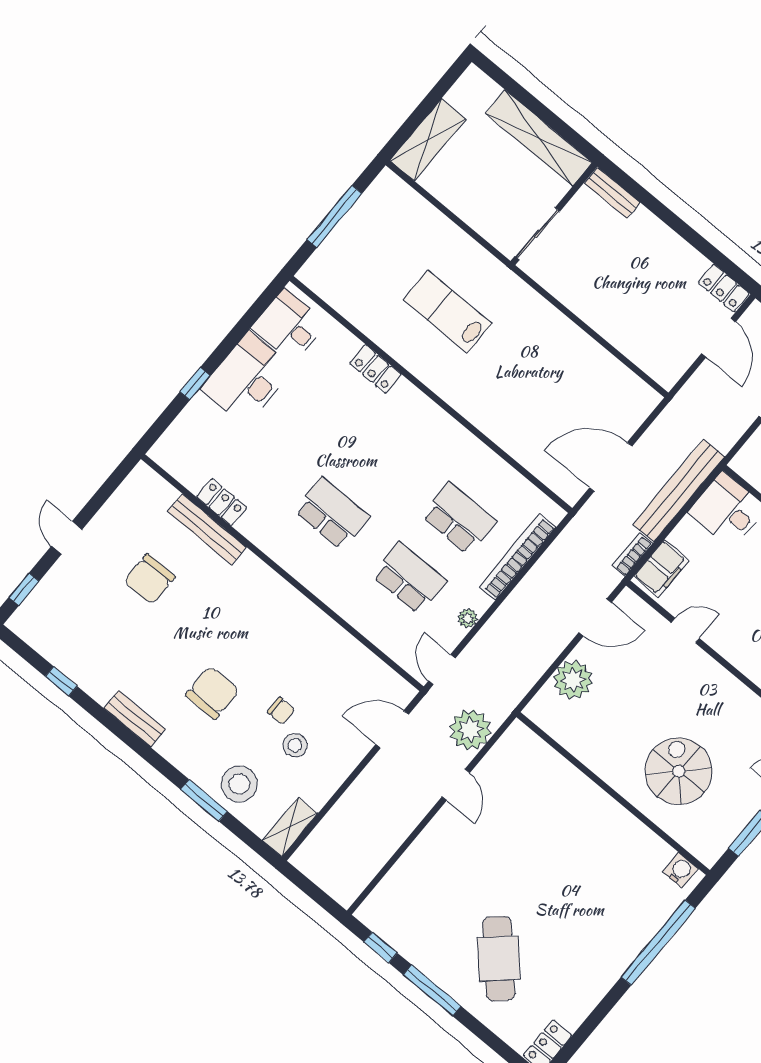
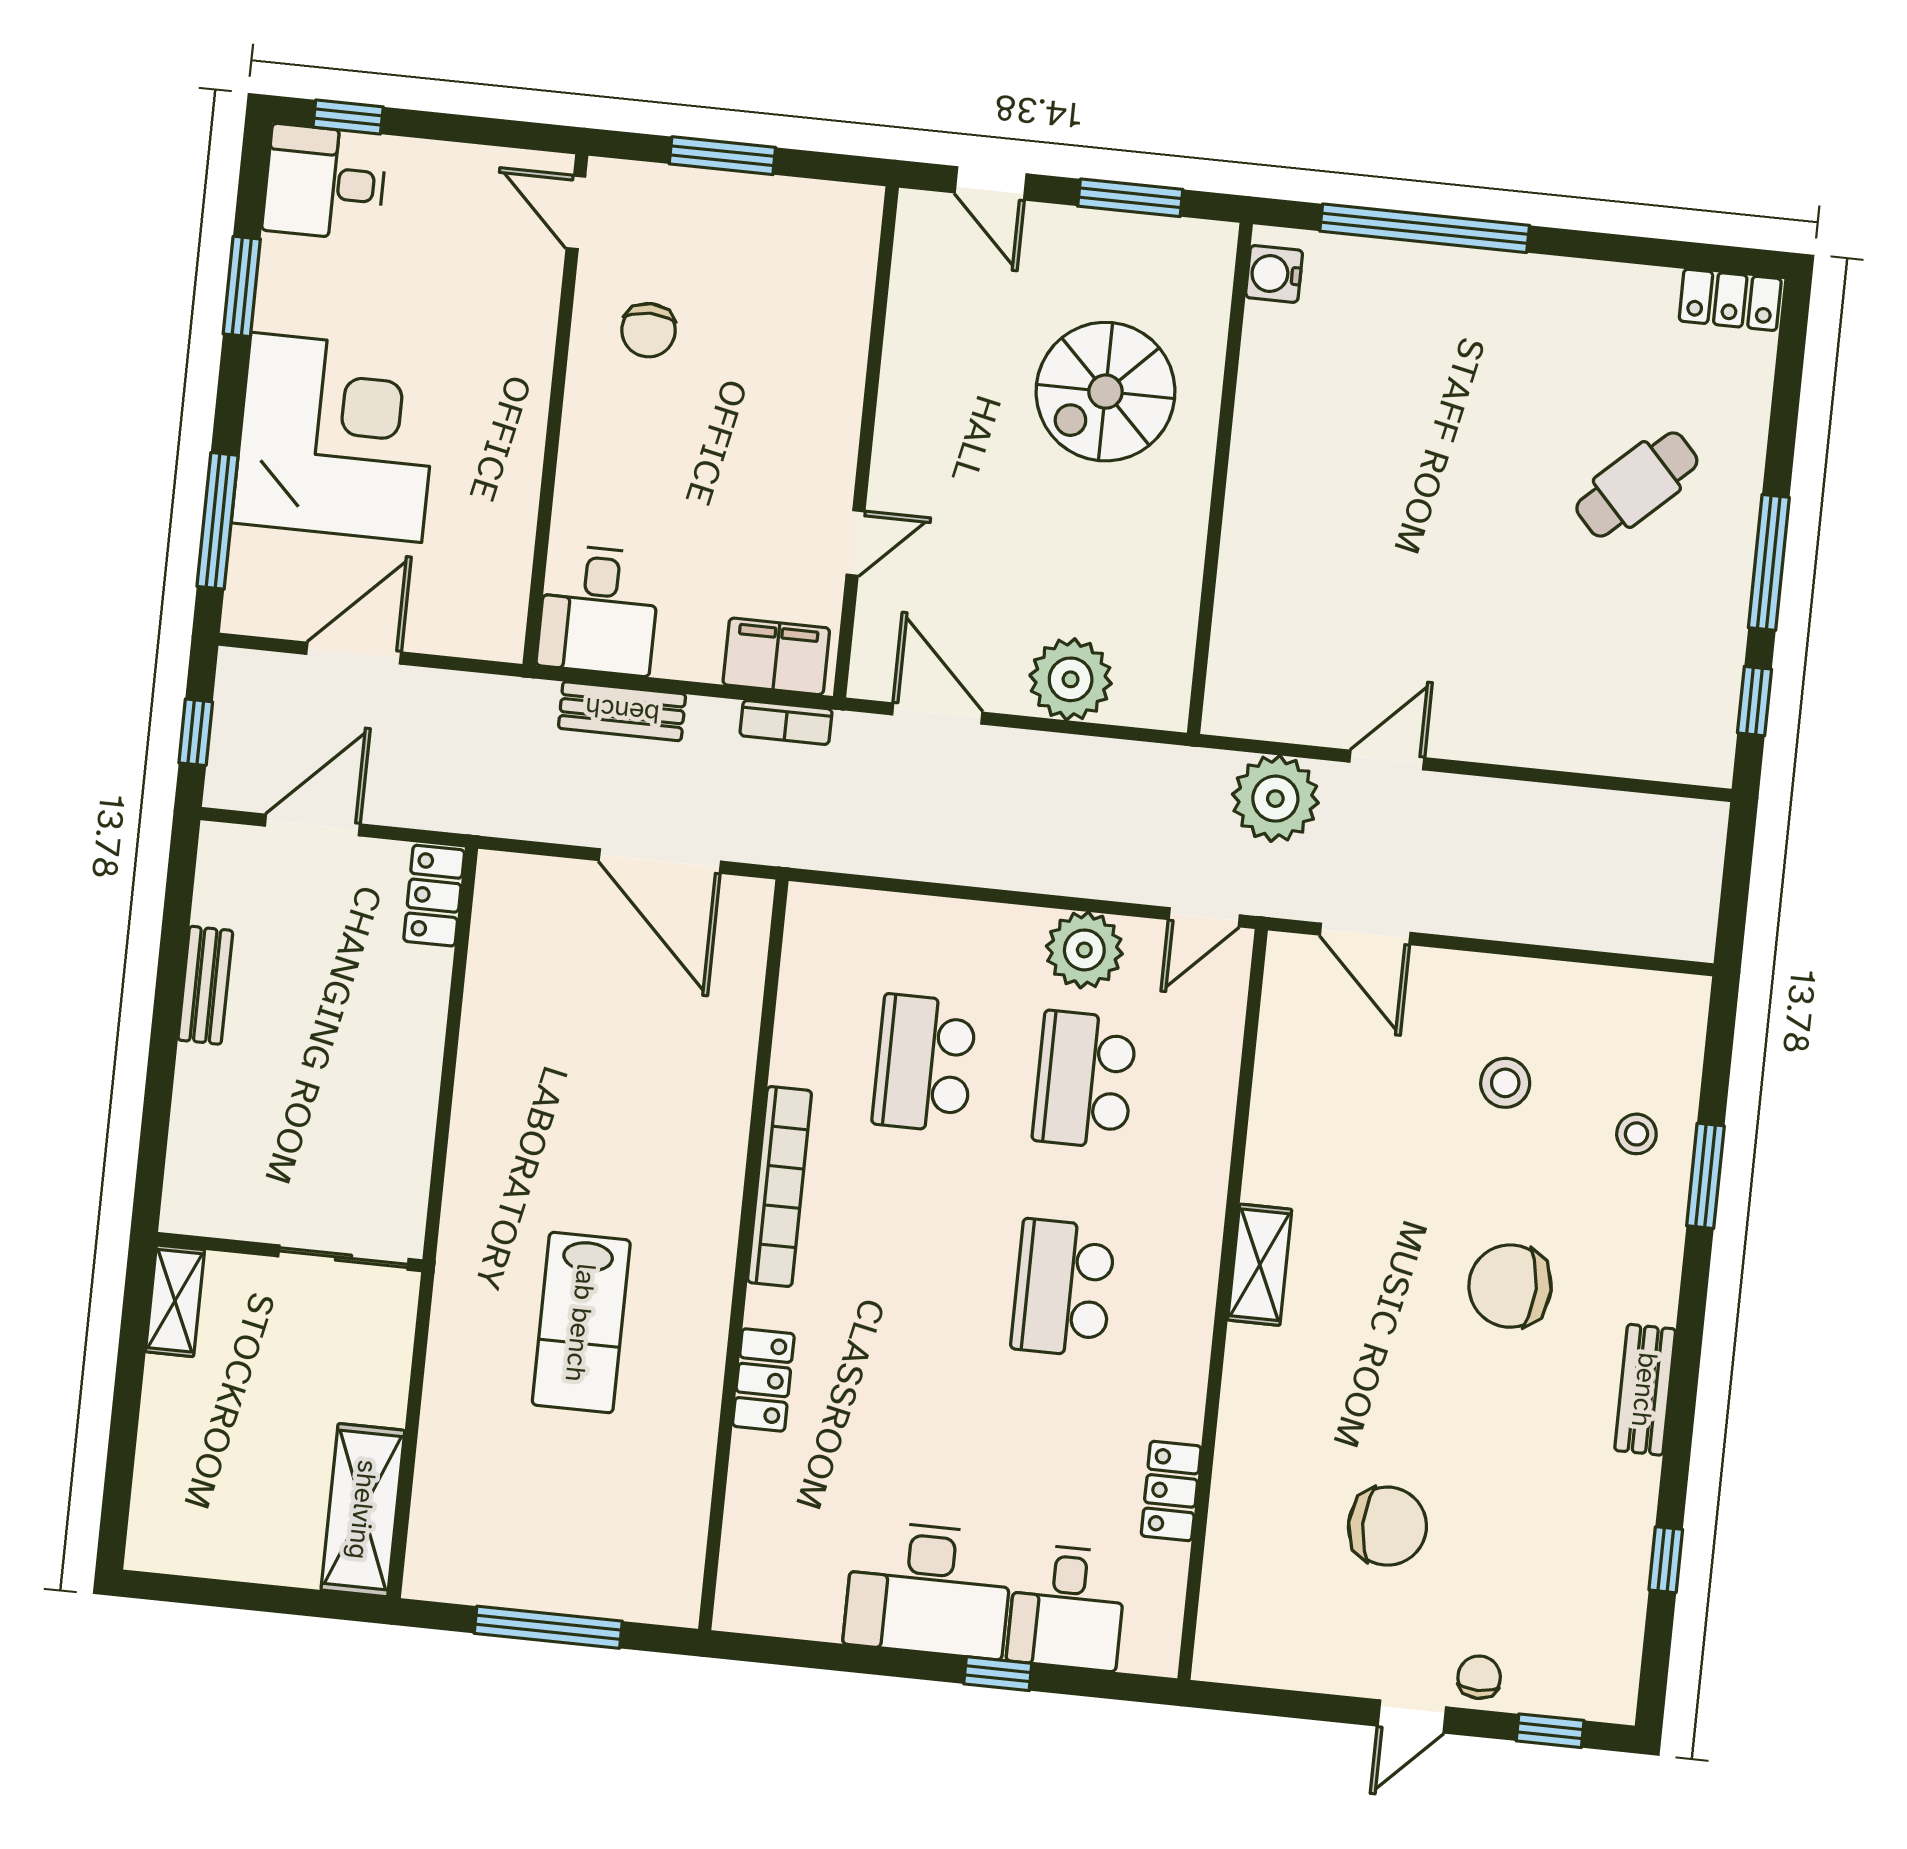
shelving: (539, 138) -> (175, 1301), width x0.45, depth x0.75
shelving: (428, 140) -> (363, 1510), moved, turned 90
bench: (612, 193) -> (205, 985), moved
locker: (724, 288) -> (434, 896), moved, turned 180
desk: (289, 326) -> (1067, 1607), moved
bench: (679, 490) -> (622, 711), width x0.54, depth x0.82
bench: (207, 529) -> (1235, 1485), removed
bookcase: (517, 557) -> (780, 1187), moved, turned -90
plant: (468, 618) -> (1084, 950), width x1.87, depth x1.87
door: (685, 631) -> (855, 543), swing flipped
chair: (281, 711) -> (1479, 1677), moved
stool: (239, 784) -> (1636, 1134), width x0.53, depth x0.53
shelving: (290, 827) -> (1260, 1265), moved, turned 90
cafe table: (499, 959) -> (1637, 485), width x0.73, depth x0.74

